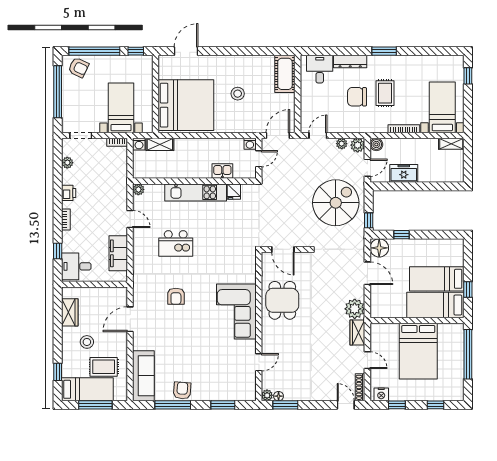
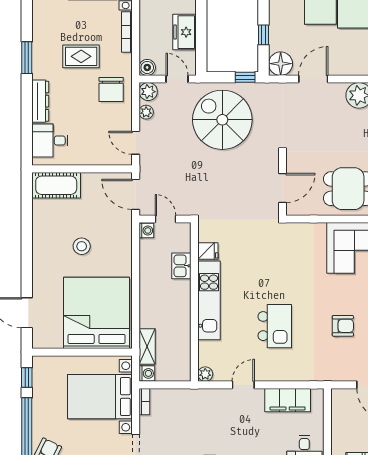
chair: (357, 97) -> (111, 90), moved
bed with nightstands: (121, 108) -> (100, 397), width x1.36

